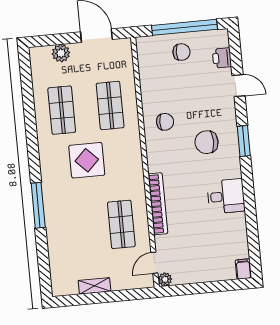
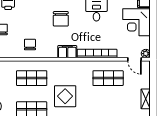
chair: (165, 122) -> (30, 44), moved
filing cabinet: (156, 157) -> (67, 52), added
corner desk: (212, 260) -> (136, 22), added

